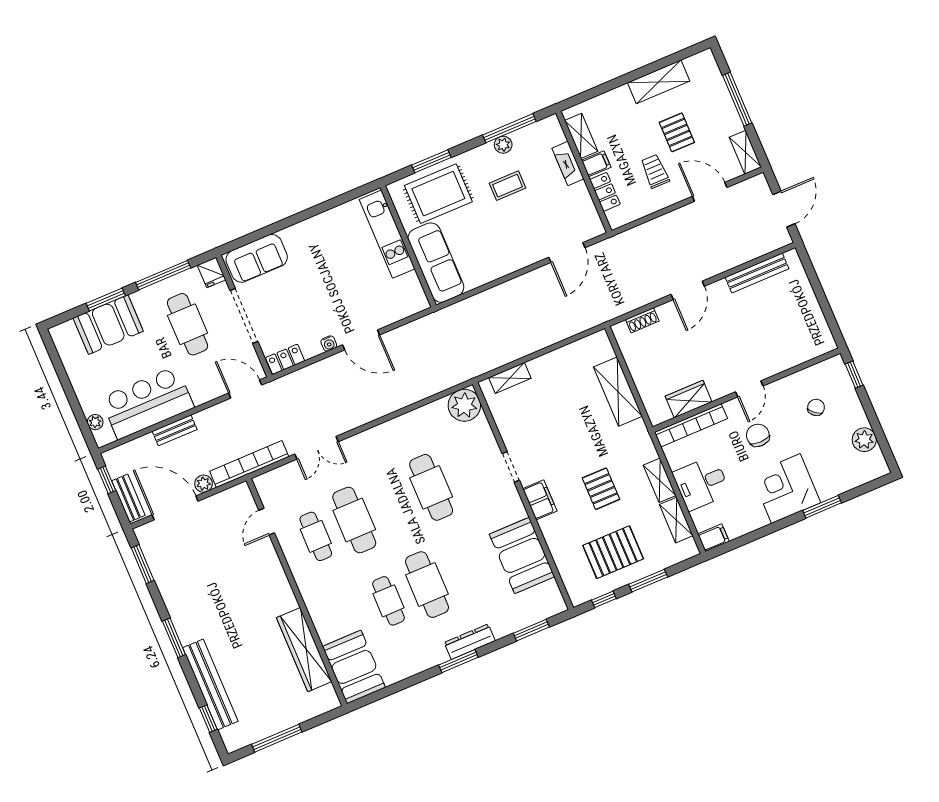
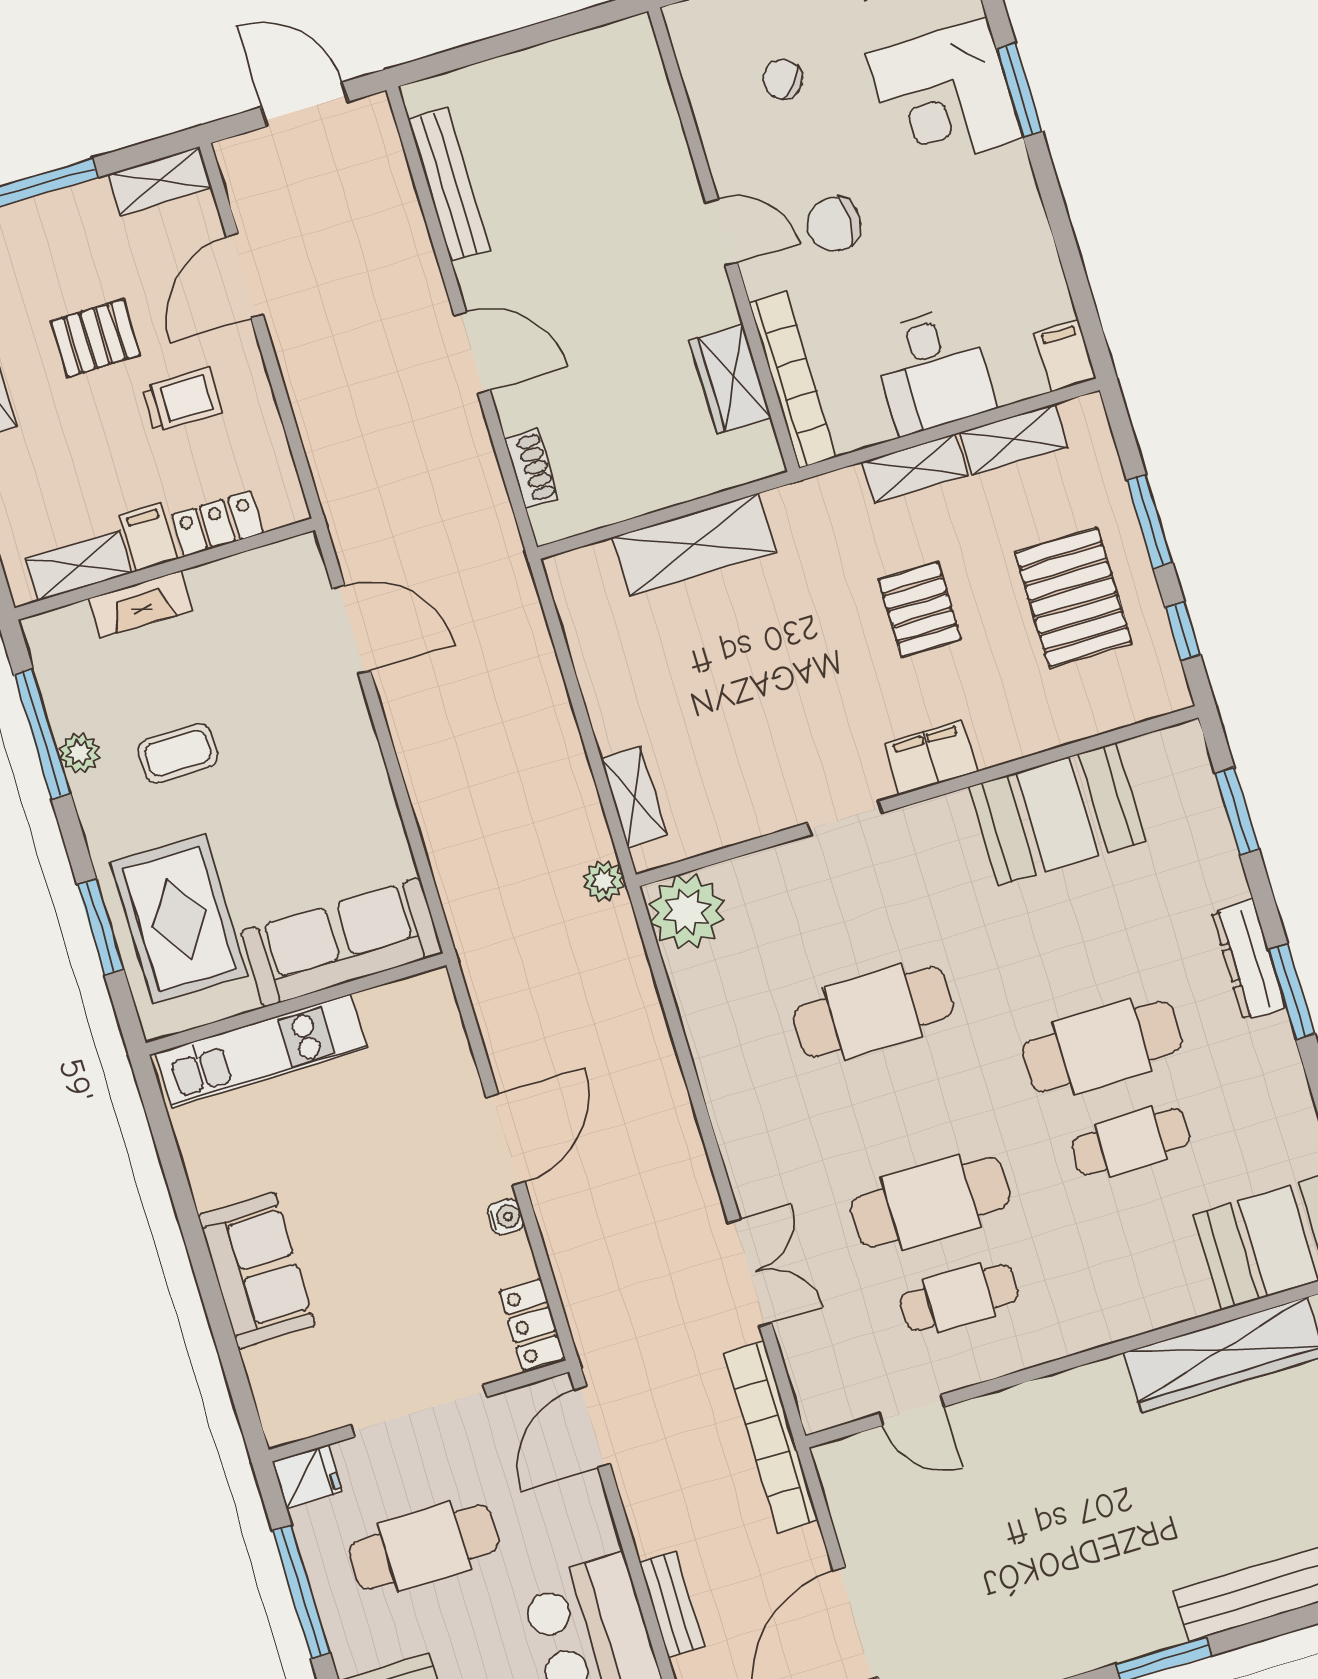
trolley: (655, 171) -> (182, 400), turned 180
coffee table: (507, 186) -> (178, 753), turned 90
sofa: (257, 258) -> (257, 1271), moved
plant: (204, 484) -> (604, 881), moved
pallet: (601, 489) -> (920, 610), turned 90
corner desk: (786, 489) -> (944, 96), moved

